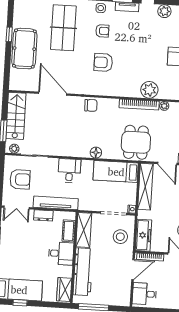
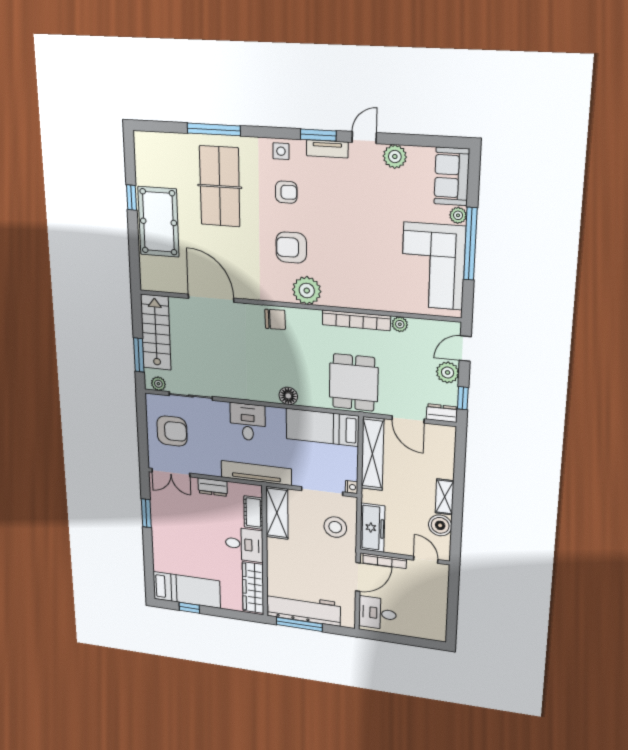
plant: (149, 90) -> (307, 291), moved
tv unit: (56, 203) -> (256, 473), moved
workbench: (83, 272) -> (304, 609), moved, turned -90
wardrobe: (64, 290) -> (253, 588), width x1.50

